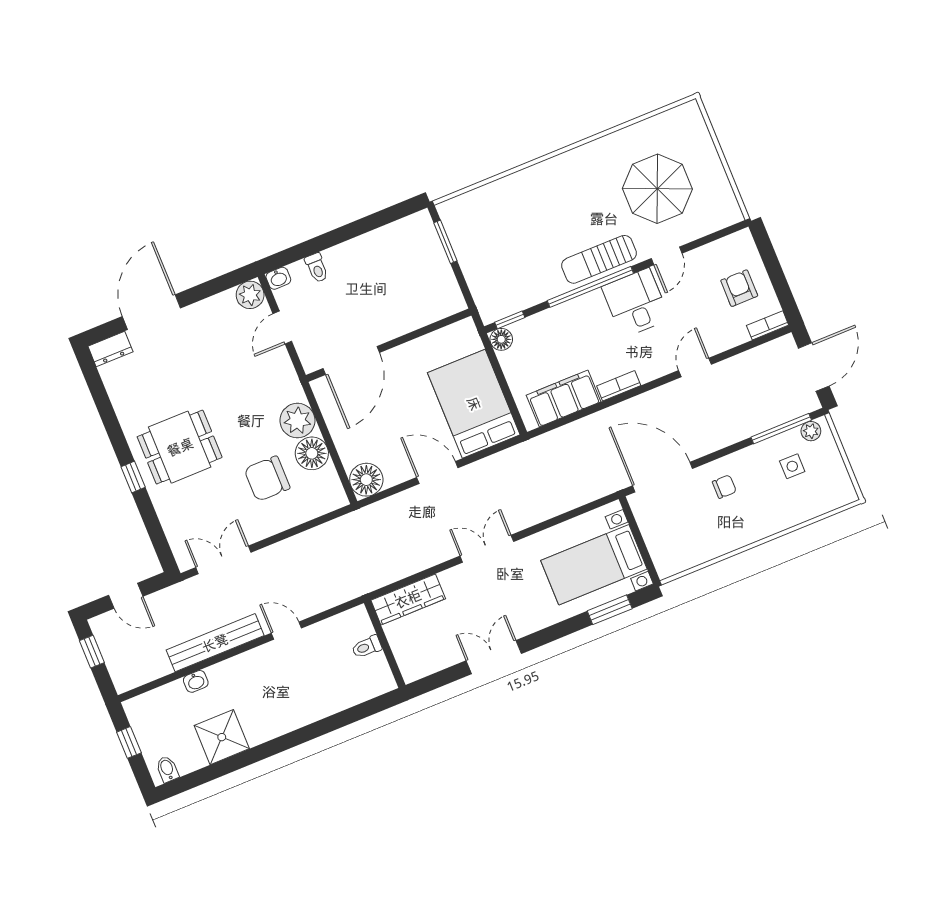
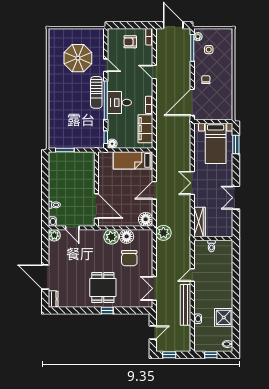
desk: (636, 303) -> (119, 103), moved
bed: (474, 404) -> (133, 160), width x0.67
plant: (353, 531) -> (163, 233), added

